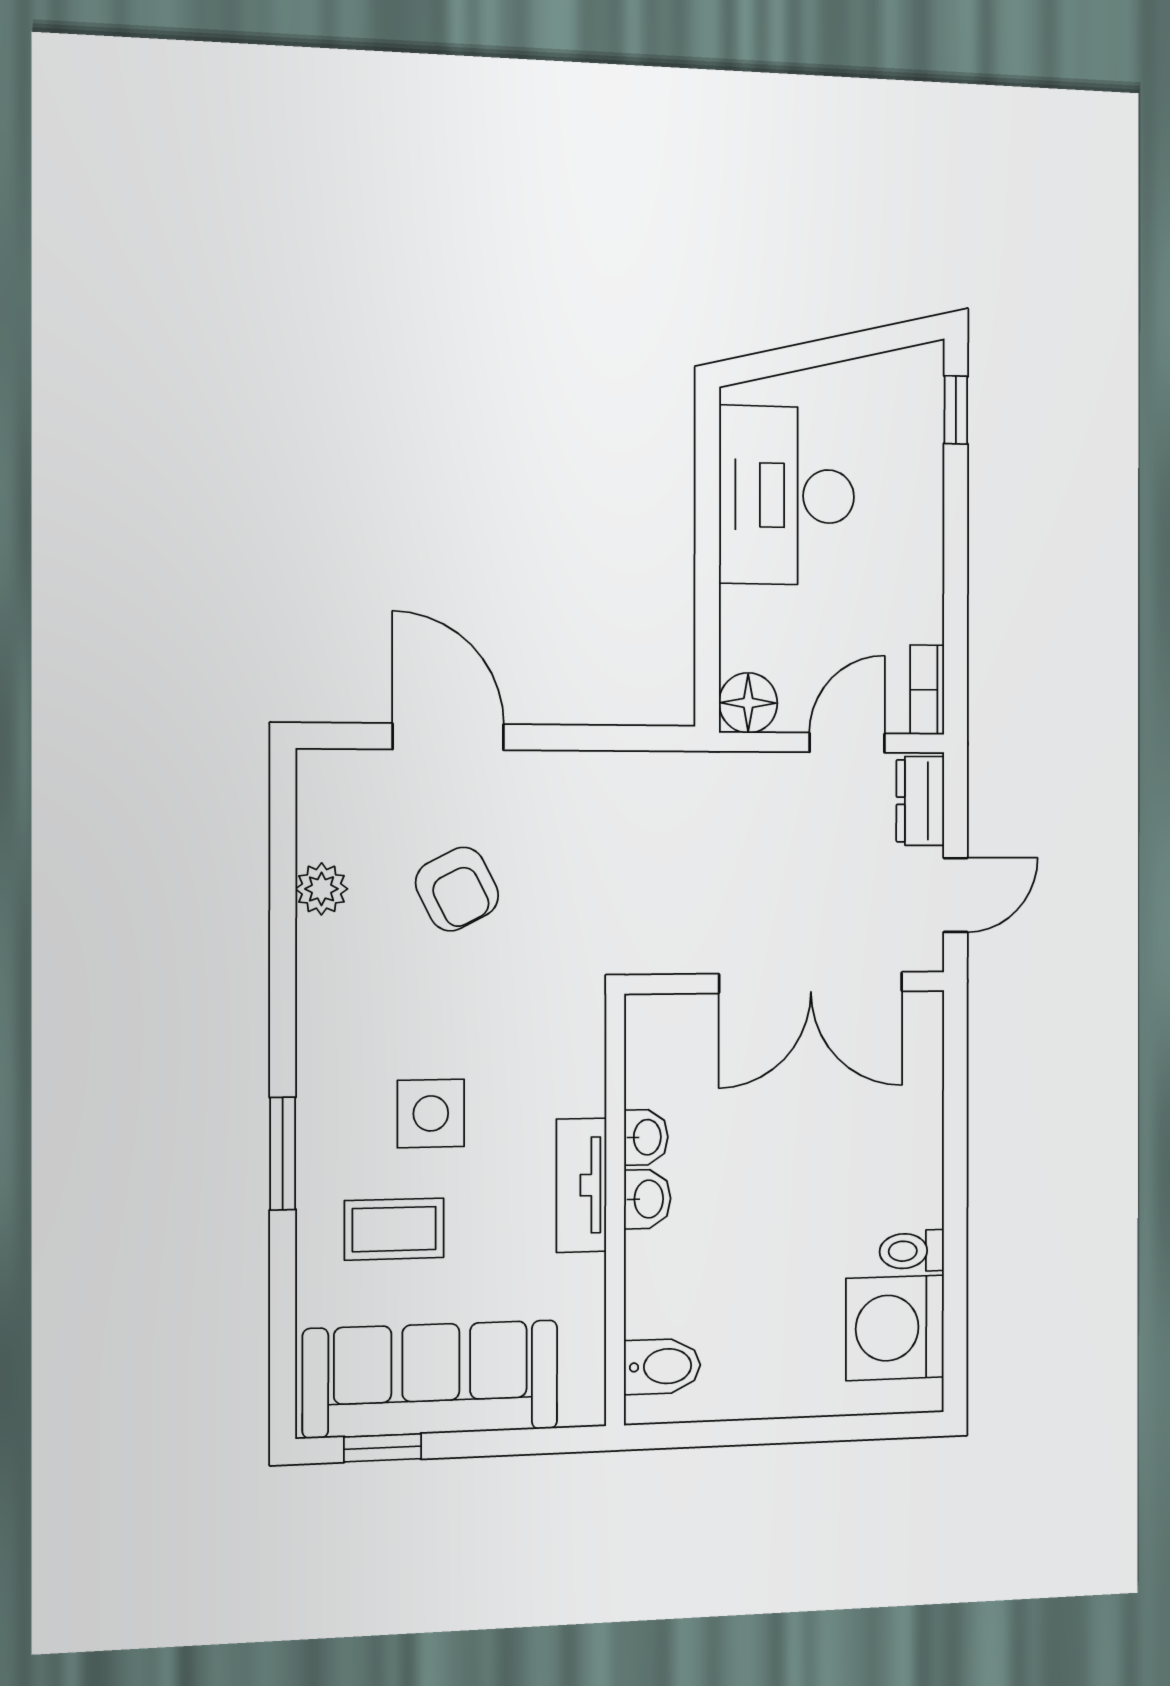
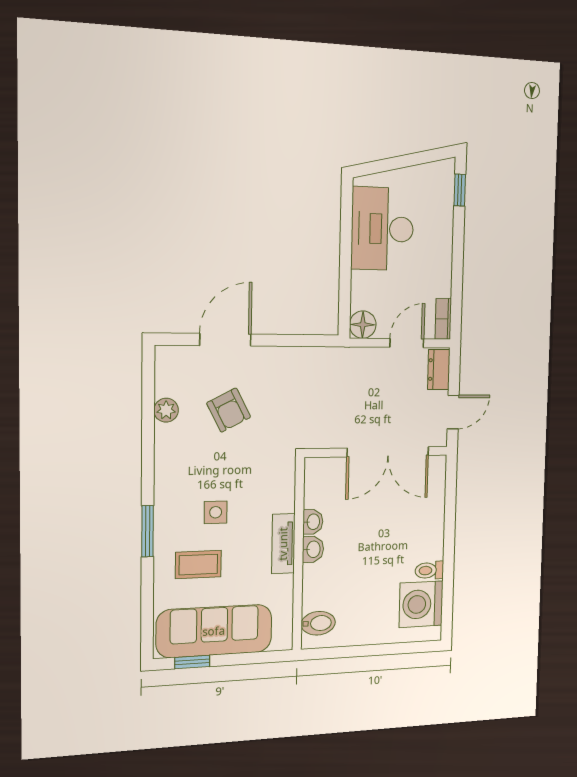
door: (448, 737) -> (225, 340), hinge flipped
side table: (431, 1113) -> (216, 512), width x0.73, depth x0.73

